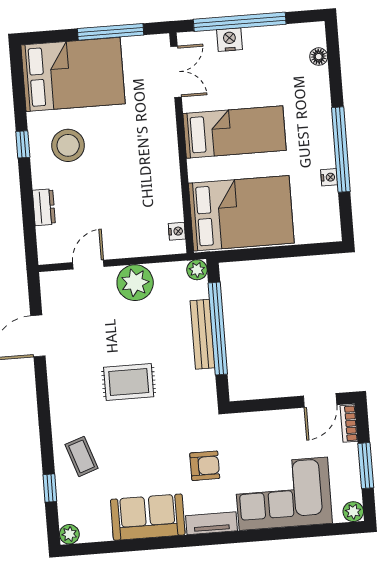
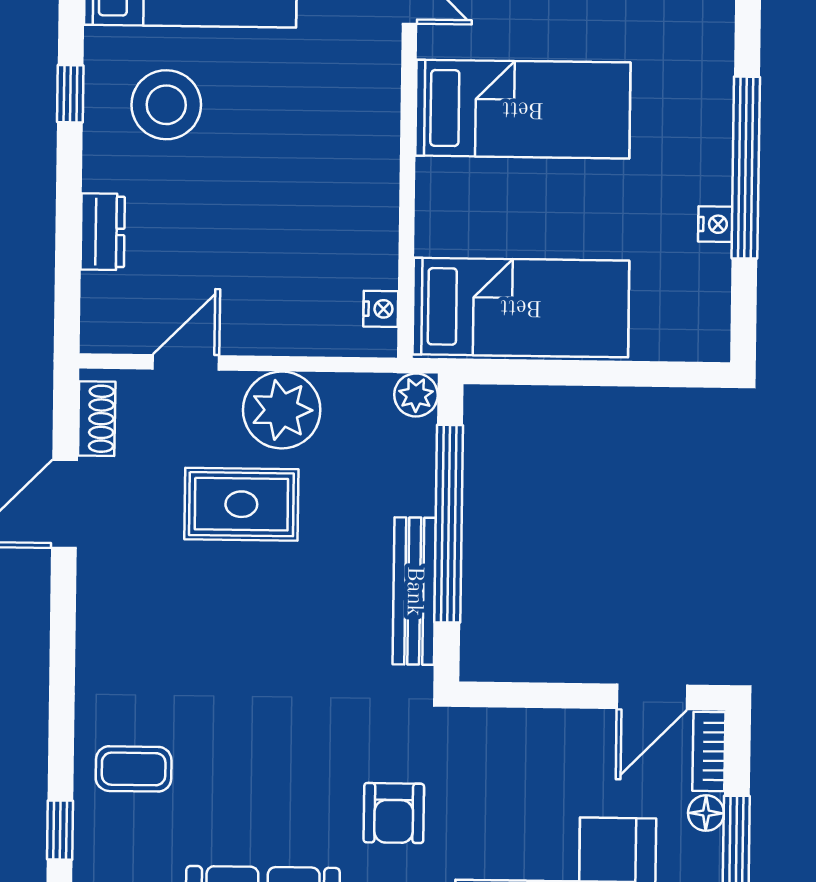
bed: (241, 213) -> (521, 307), width x0.67
shoe rack: (49, 295) -> (97, 419), added
bench: (203, 334) -> (414, 591), moved
rug: (129, 382) -> (241, 504), moved
floor lamp: (350, 452) -> (706, 813), added
coffee table: (82, 456) -> (134, 769), turned -71
armchair: (205, 466) -> (394, 813), turned 90

